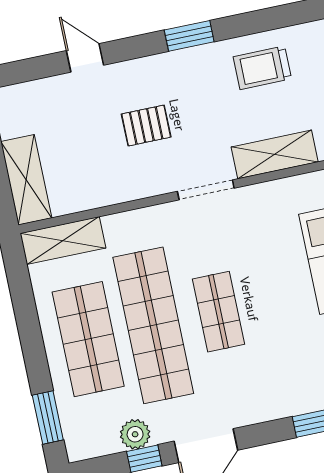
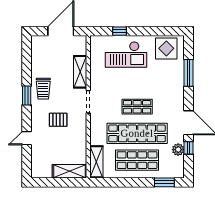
trolley: (262, 68) -> (43, 89), moved
pallet: (146, 126) -> (58, 120), turned 90

